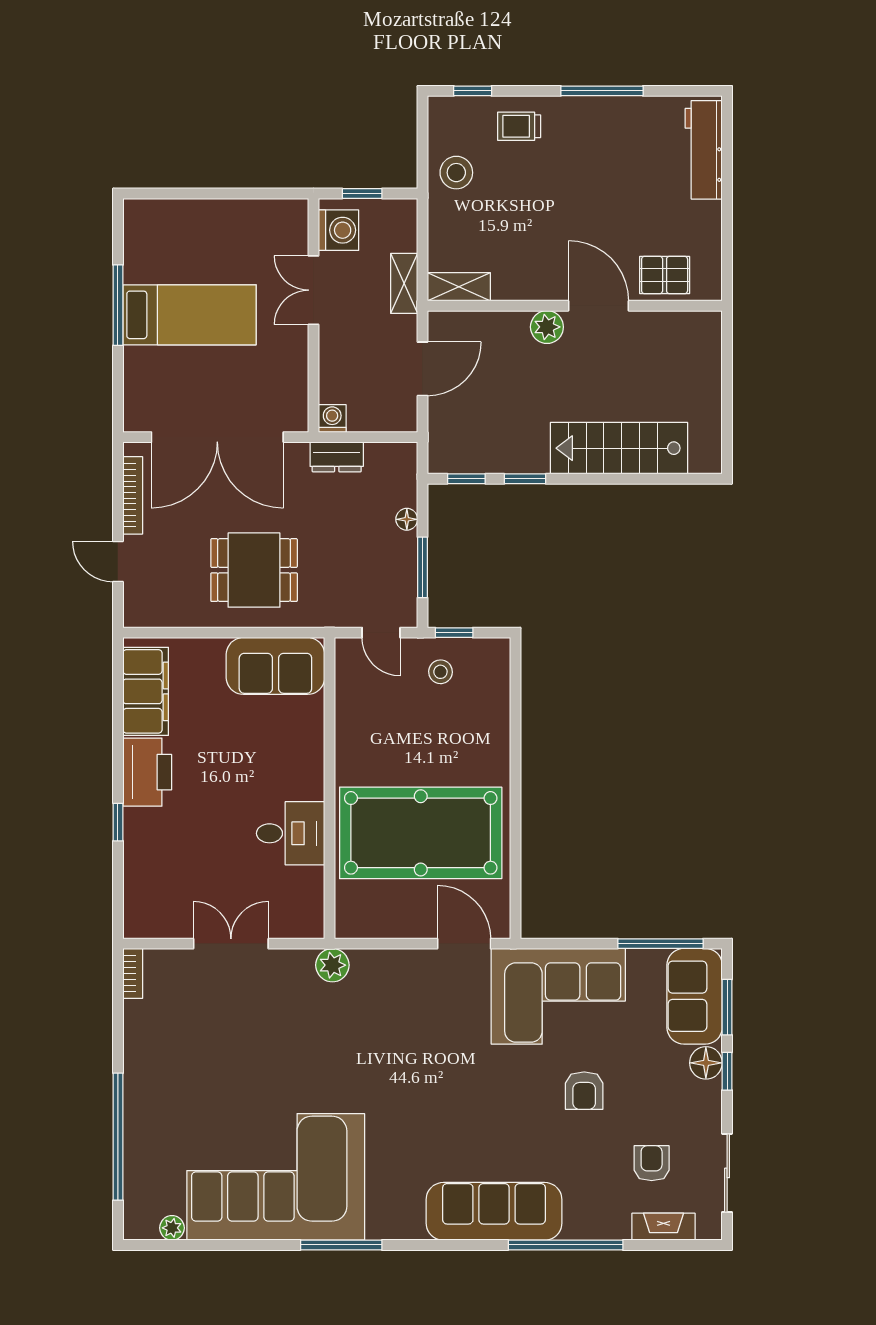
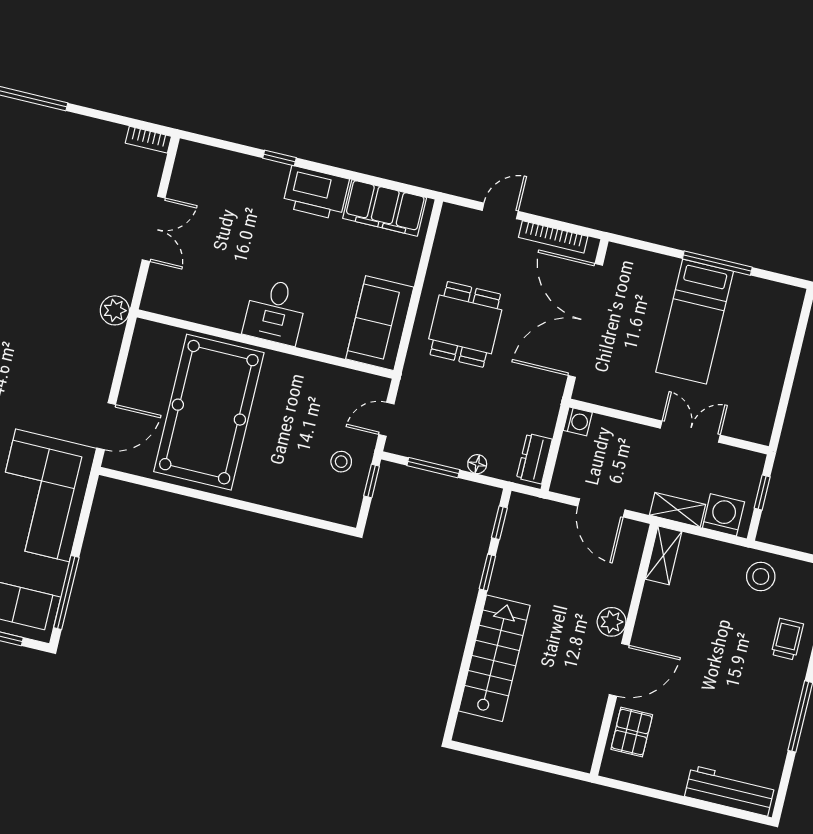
washing machine: (339, 230) -> (723, 515), moved, turned 180
dresser: (337, 457) -> (534, 459), moved
desk: (291, 833) -> (275, 312), moved

